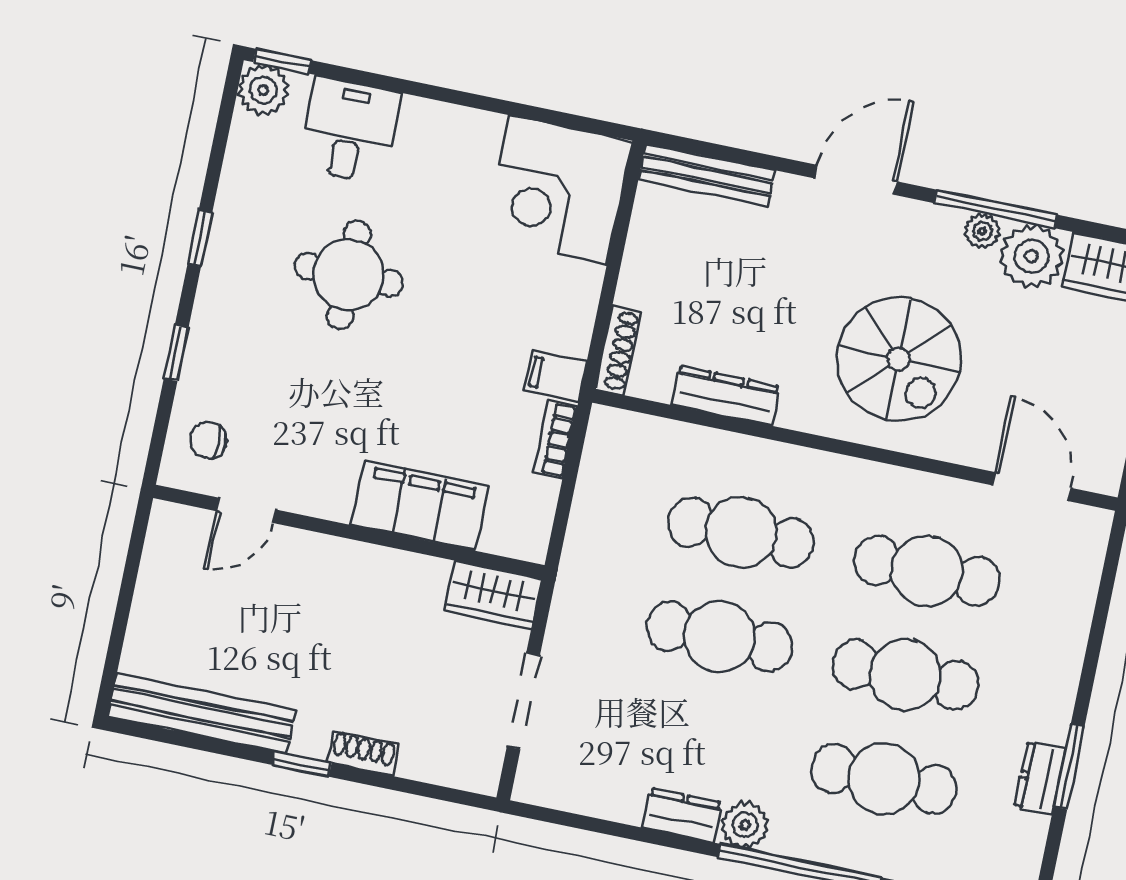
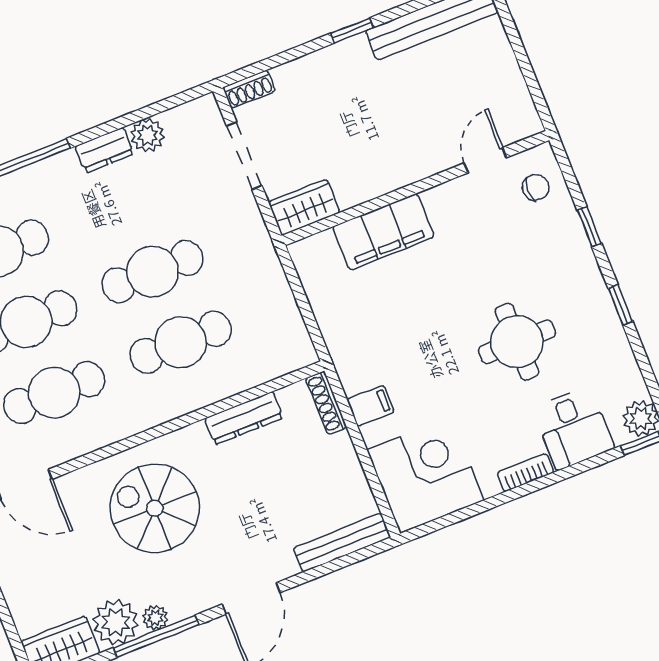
filing cabinet: (555, 376) -> (370, 406), moved
bookcase: (555, 439) -> (525, 472), moved, turned -90
shoe rack: (363, 753) -> (249, 89), moved
plant: (745, 825) -> (148, 135), moved

